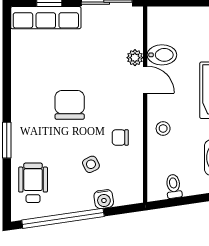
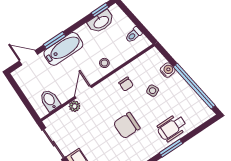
bidet: (162, 55) -> (50, 100), moved
wheelchair: (33, 183) -> (172, 128), moved

